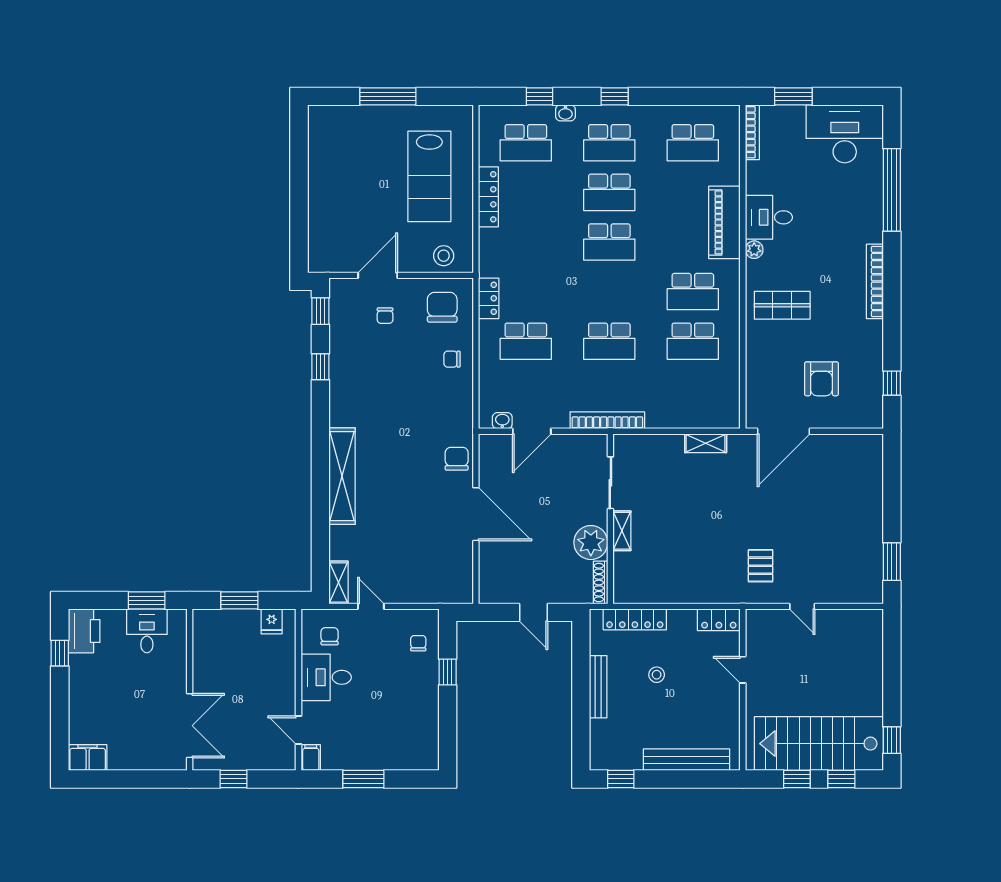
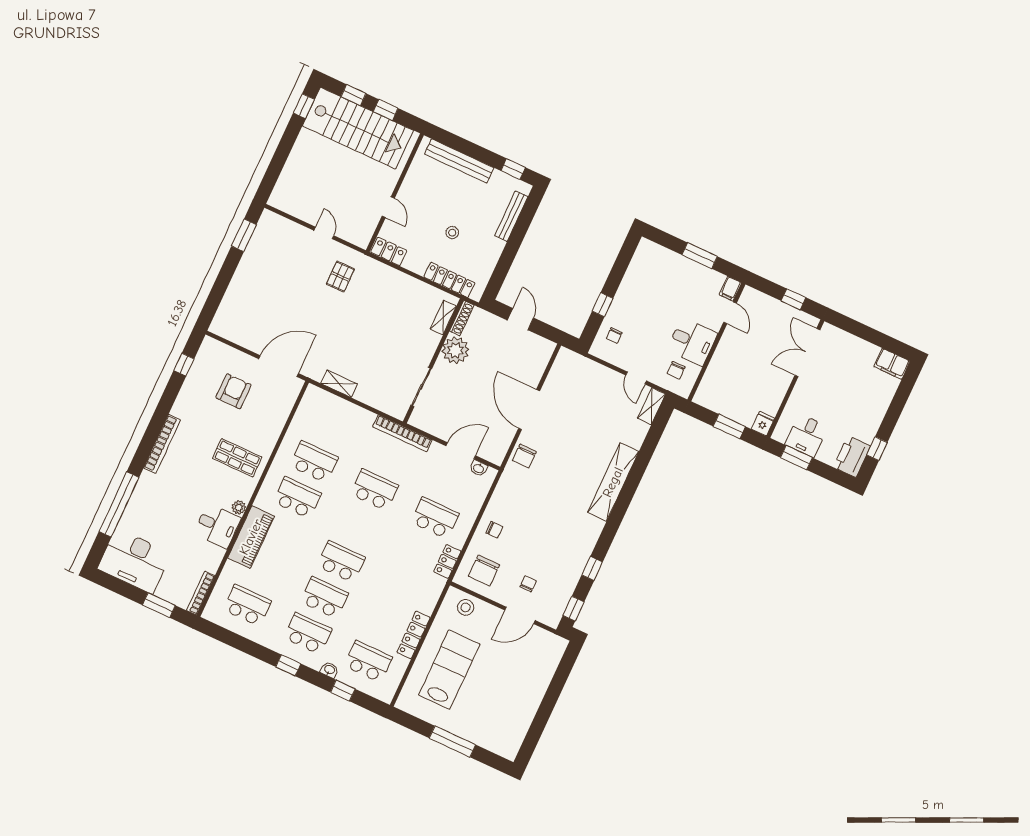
shelving: (622, 531) -> (443, 318), moved
fridge: (272, 621) -> (763, 424), moved
bench: (598, 687) -> (511, 216), moved

